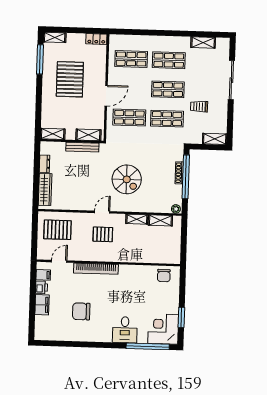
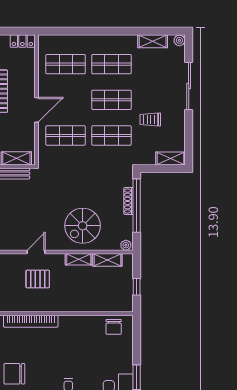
plant: (225, 42) -> (179, 40), added
spiral stairs: (127, 179) -> (83, 226), moved, turned 90
window: (184, 243) -> (137, 287), added

